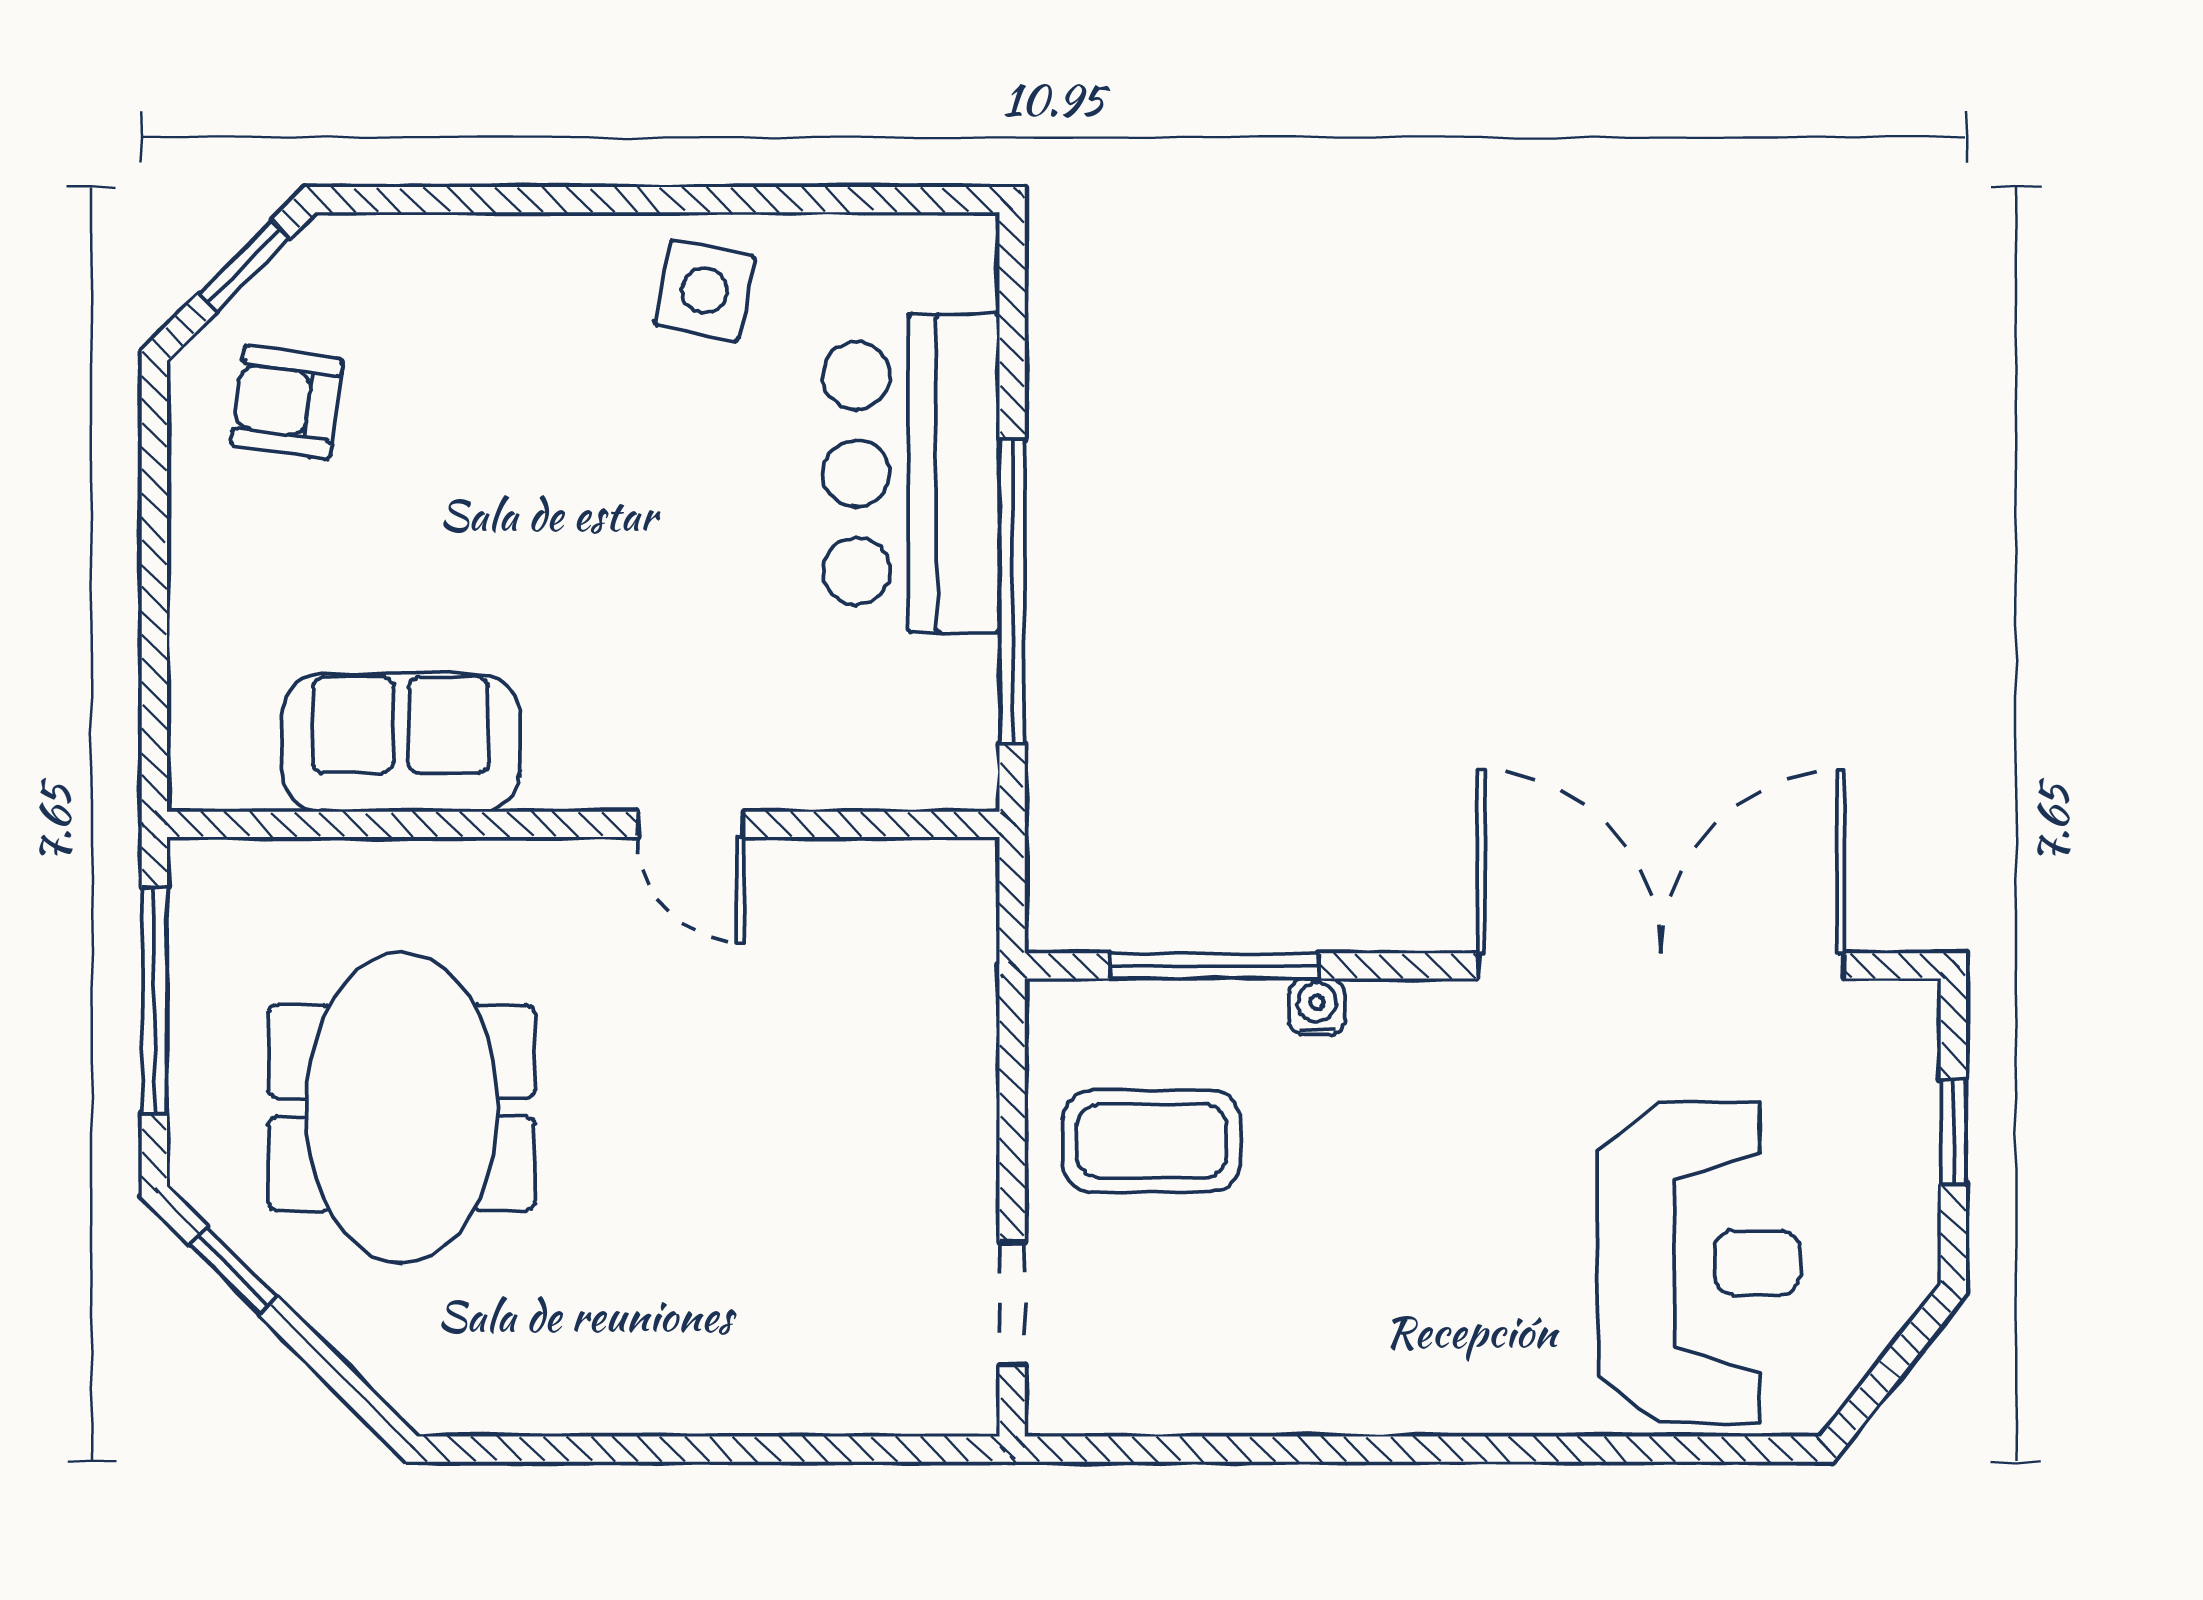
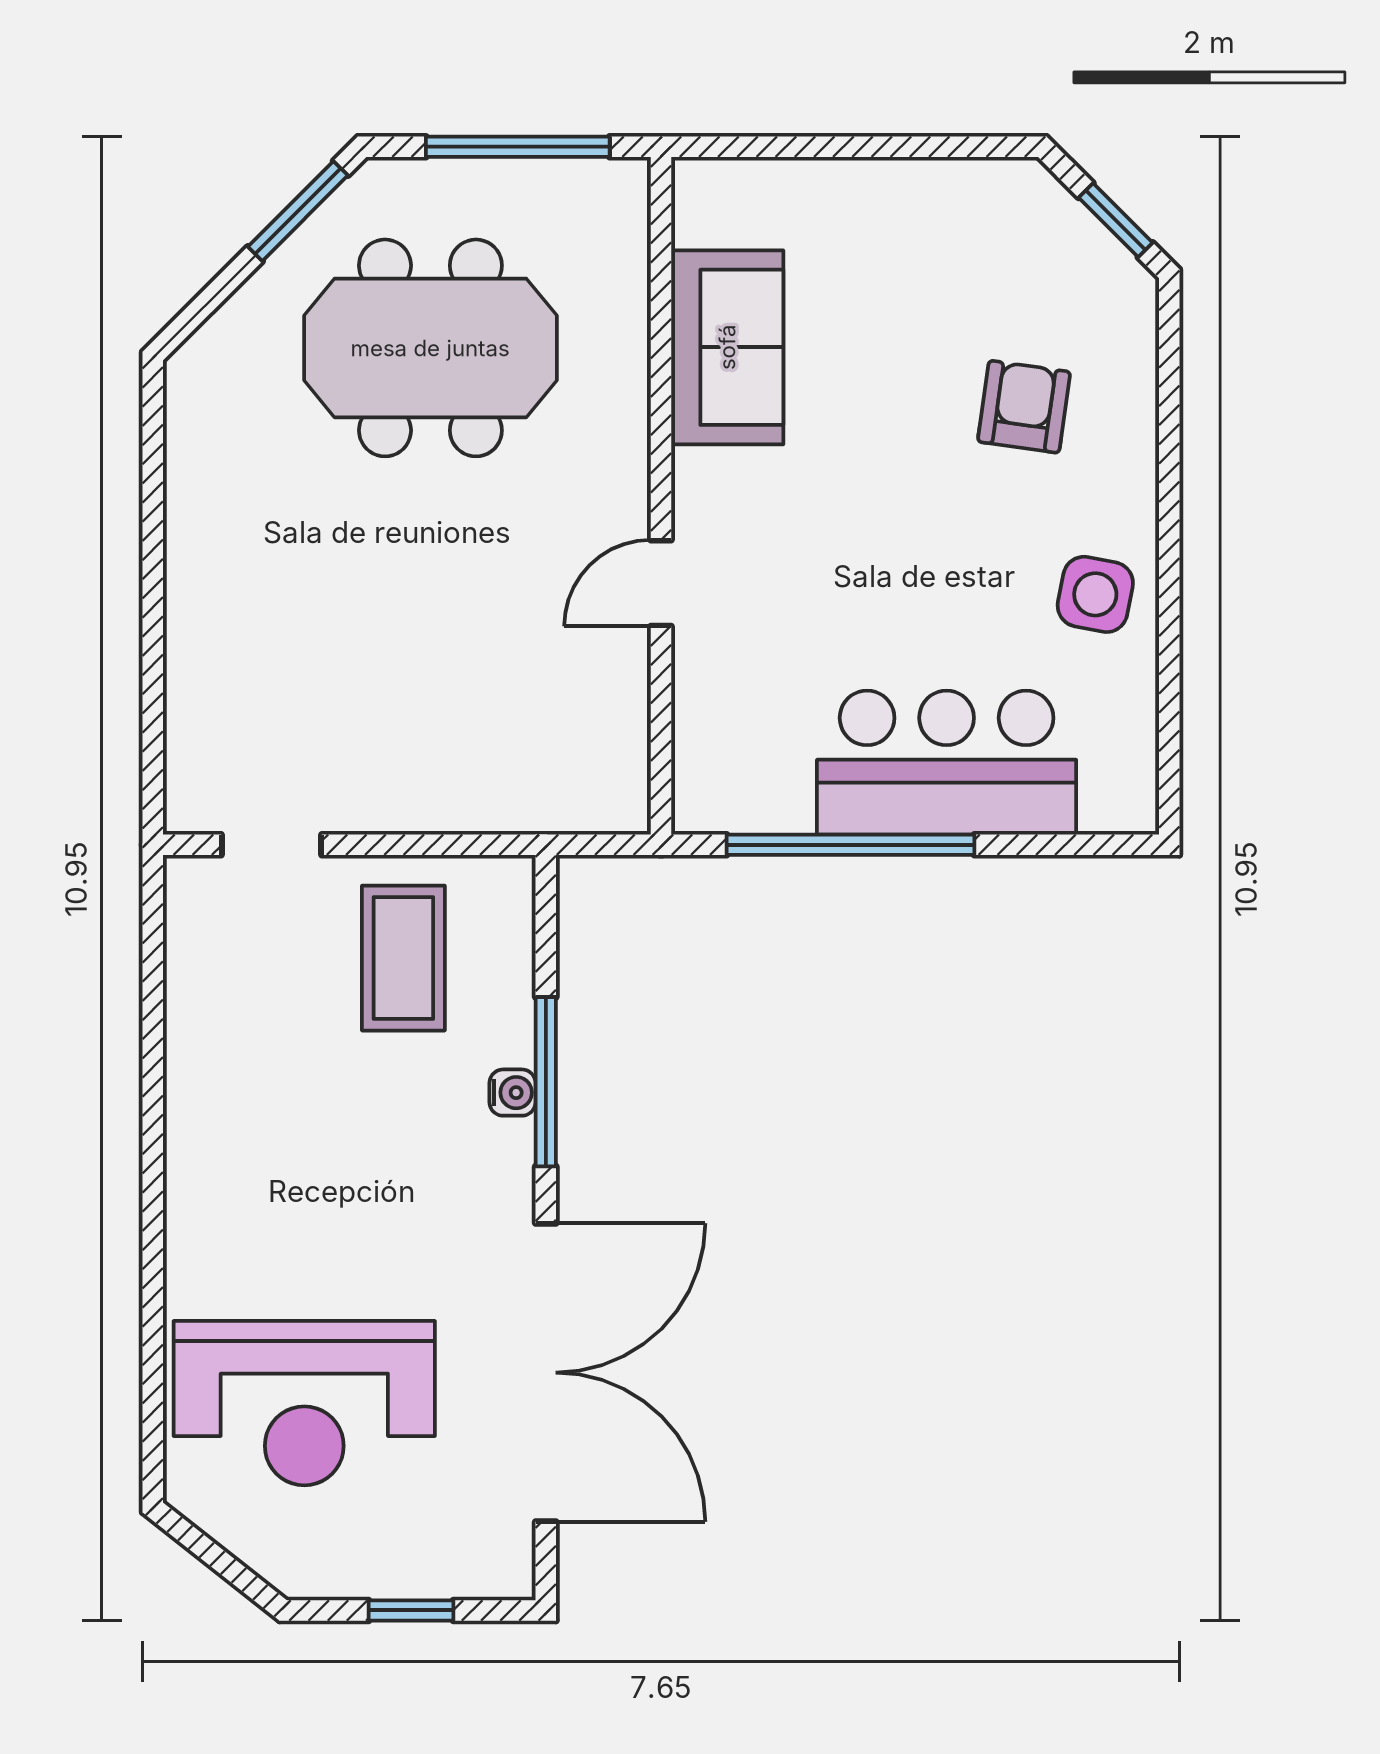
armchair: (287, 402) -> (1024, 407), moved
window: (1214, 966) -> (546, 1082), moved
window: (233, 1271) -> (298, 211), width x1.50

